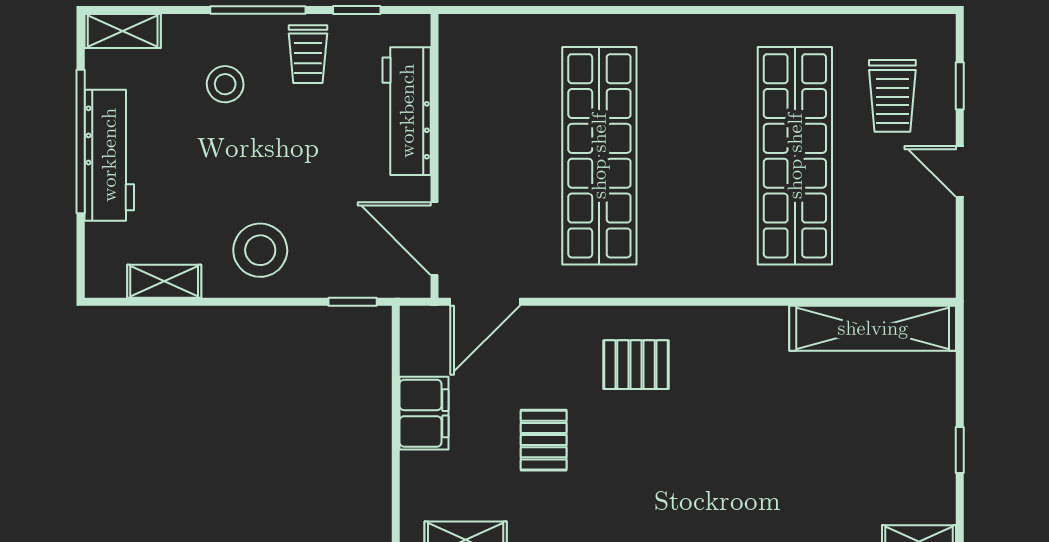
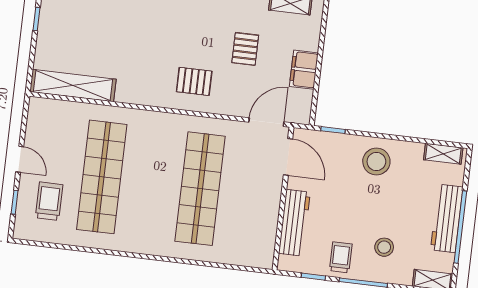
shelving: (164, 281) -> (443, 154), moved

